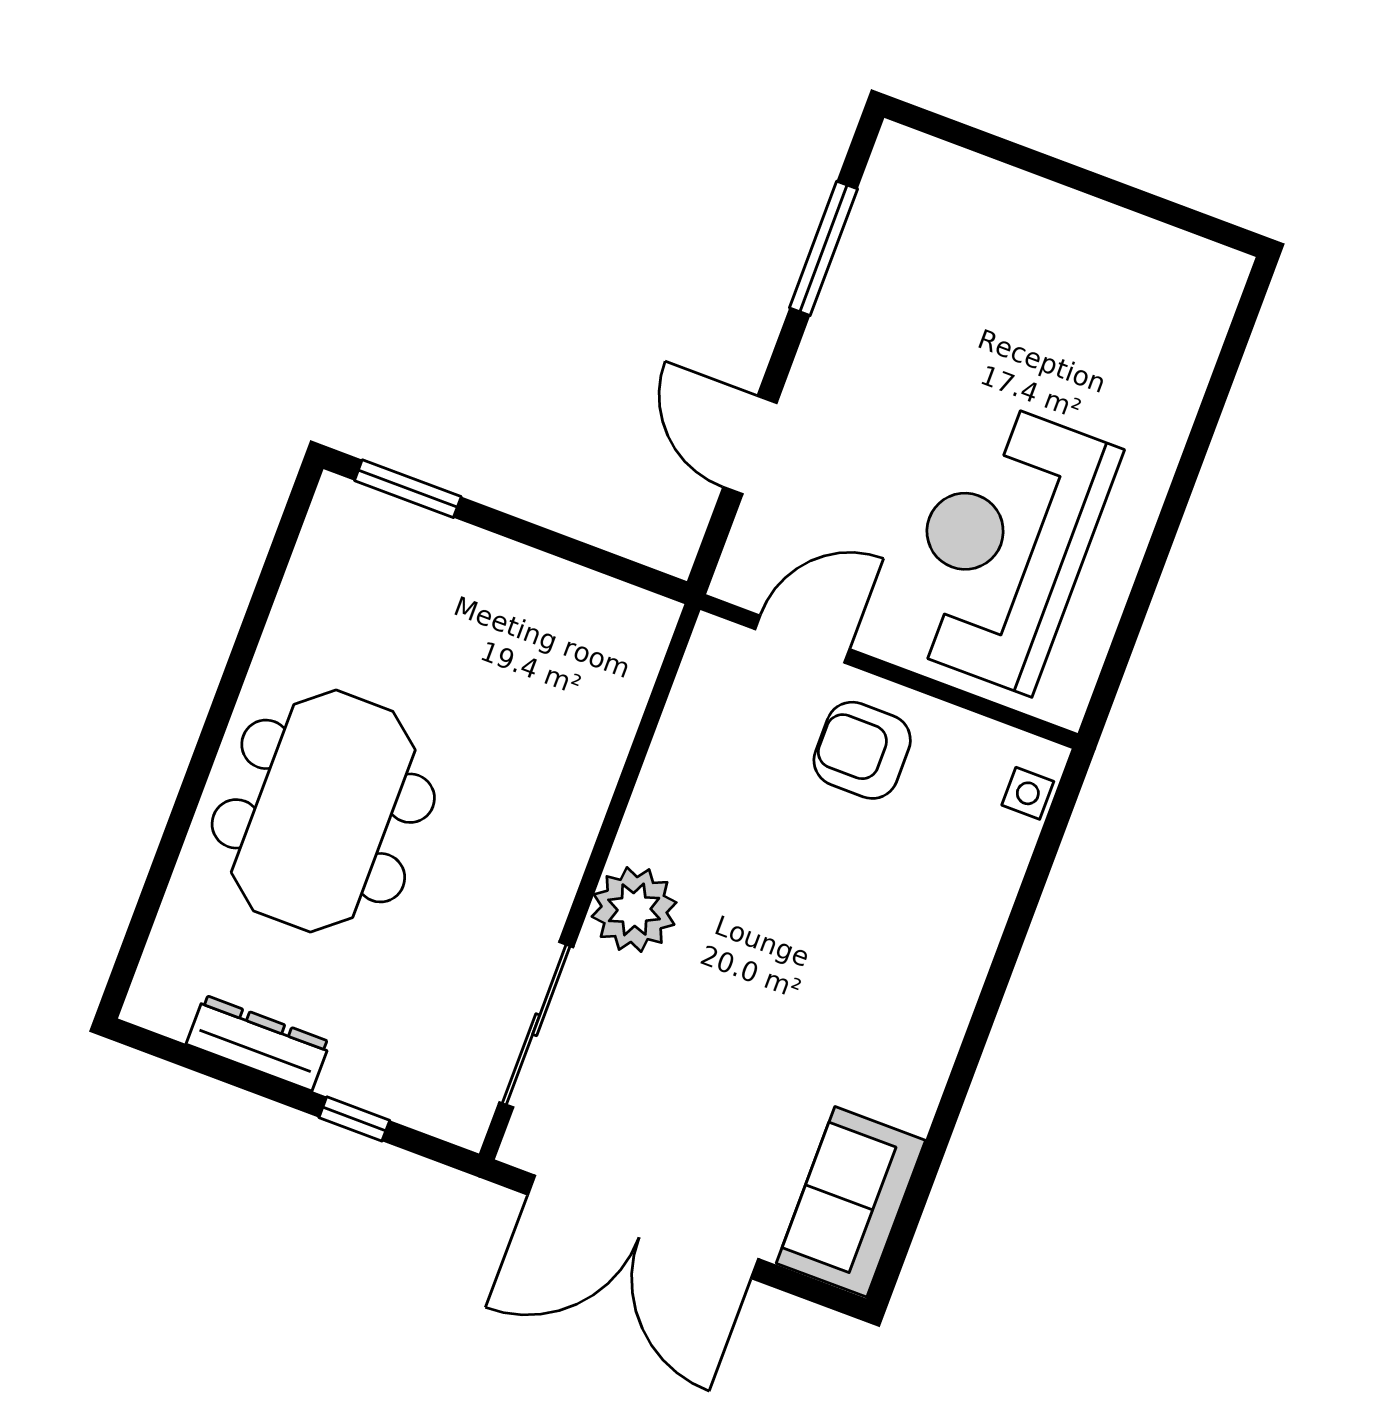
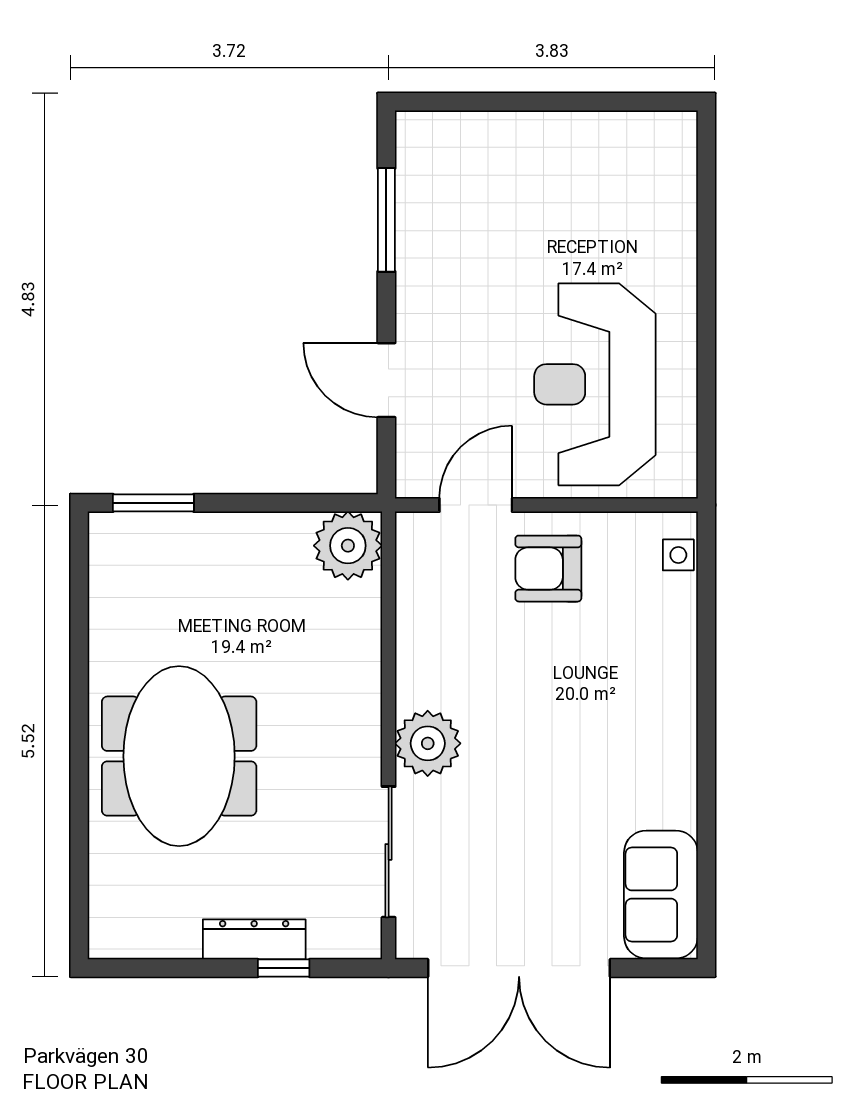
plant: (627, 630) -> (348, 546), added
dresser: (258, 1043) -> (254, 939), moved

